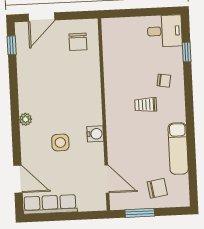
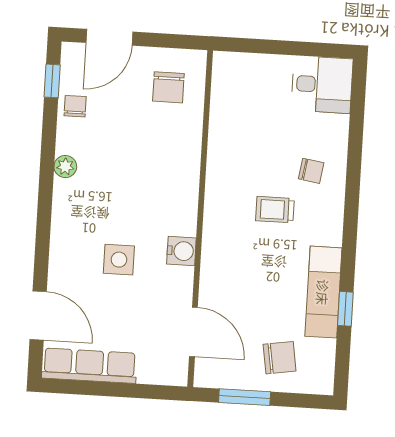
window: (187, 52) -> (345, 309), moved
chair: (26, 58) -> (75, 106), added
plant: (26, 119) -> (65, 167), moved

